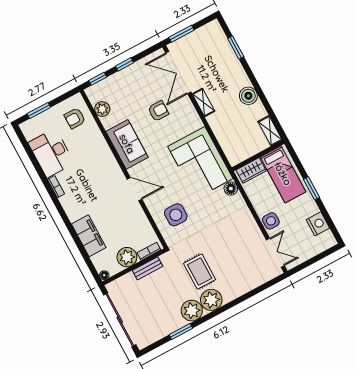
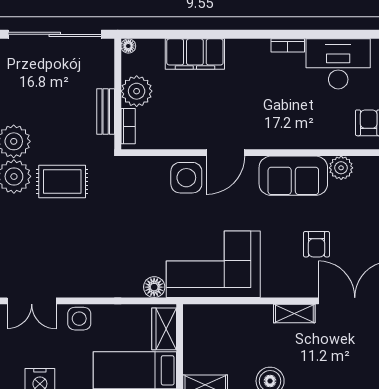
plant: (102, 109) -> (341, 168), moved
side table: (176, 215) -> (186, 178), moved

